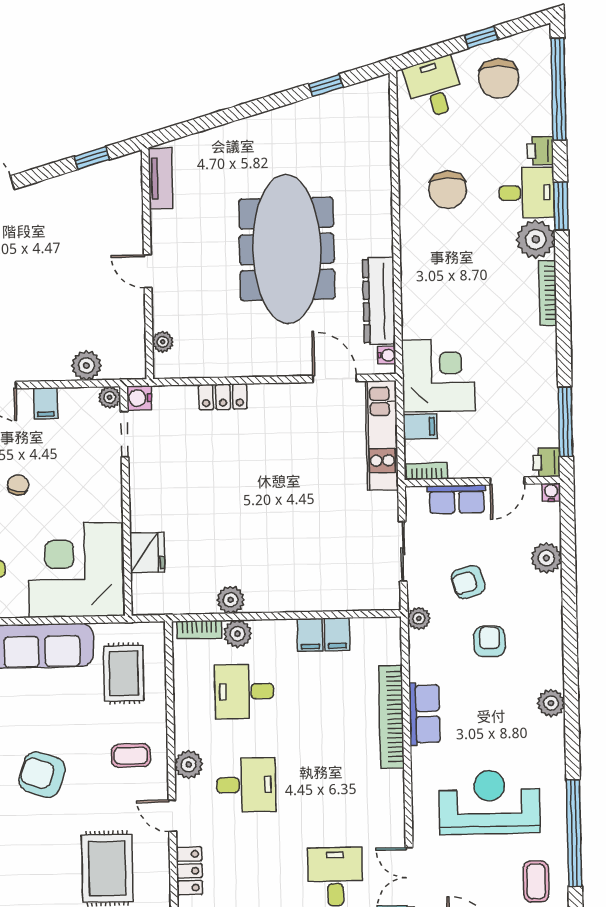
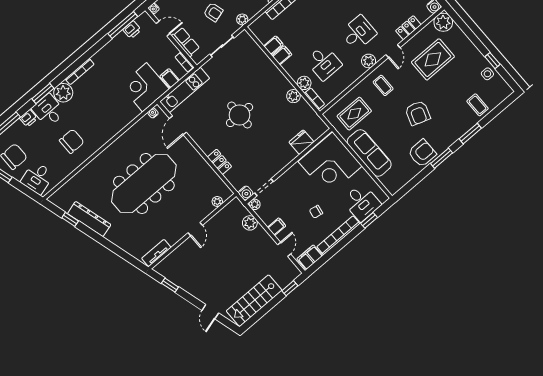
dresser: (379, 301) -> (89, 219), moved, turned -106
printer: (546, 462) -> (132, 30), moved
round table: (271, 490) -> (240, 115), added
desk: (246, 785) -> (358, 33), turned 90

